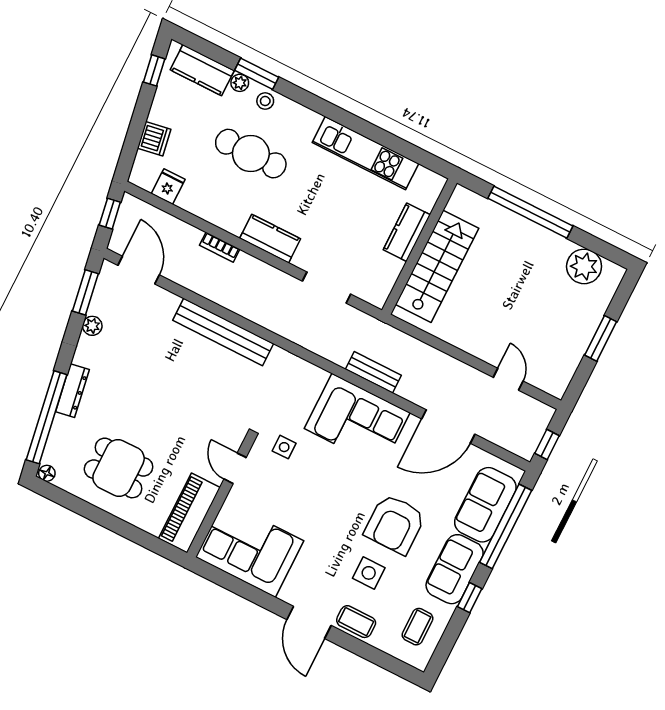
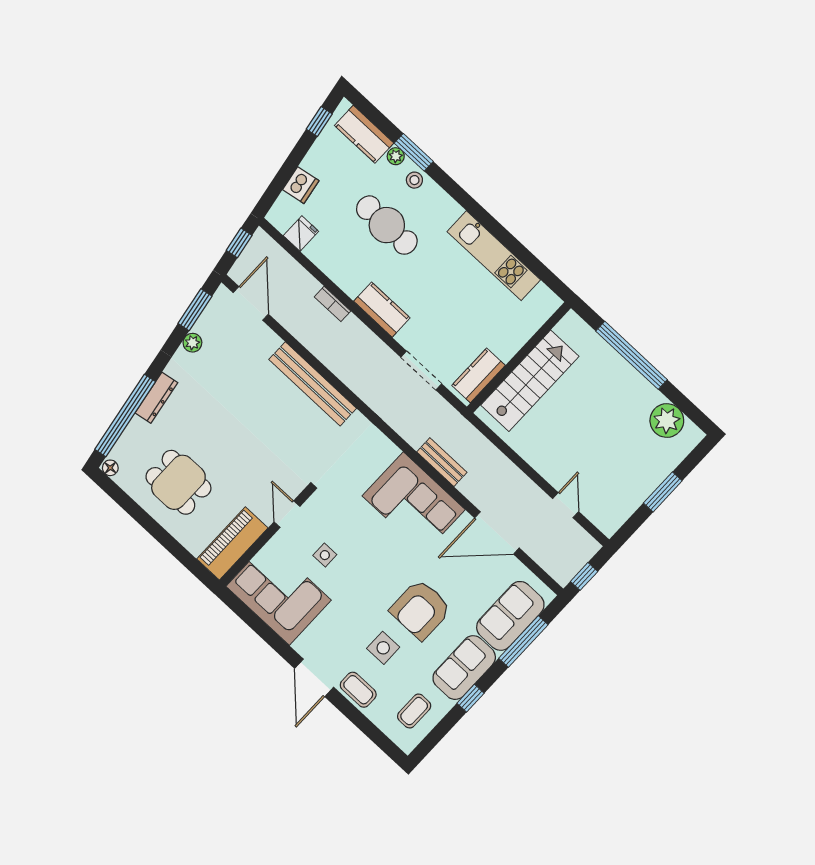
kitchen counter: (407, 232) -> (479, 375), moved
side table: (284, 447) -> (325, 555), moved
window: (506, 526) -> (523, 641), width x0.68

